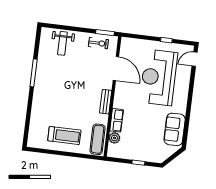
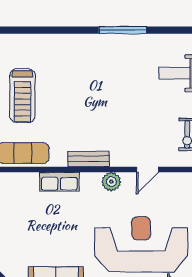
door: (116, 68) -> (147, 170), width x0.53
plant: (114, 138) -> (111, 182), moved

